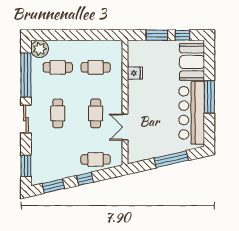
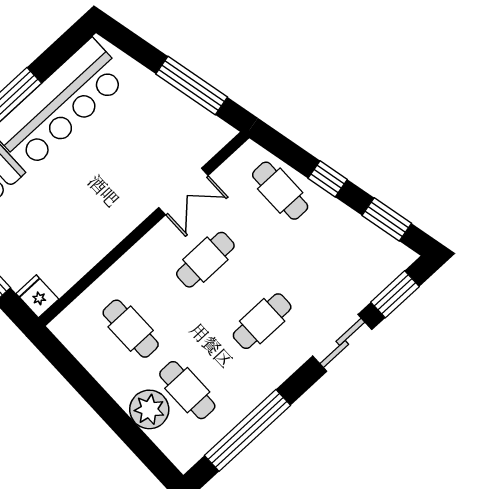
plant: (40, 49) -> (149, 409), moved
fridge: (135, 73) -> (37, 296), moved
sliding door: (26, 119) -> (342, 343), moved
window: (171, 159) -> (192, 86), moved

